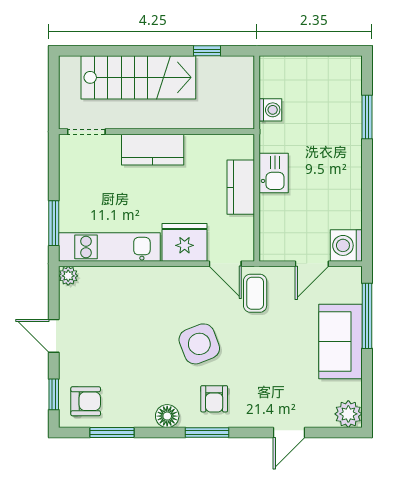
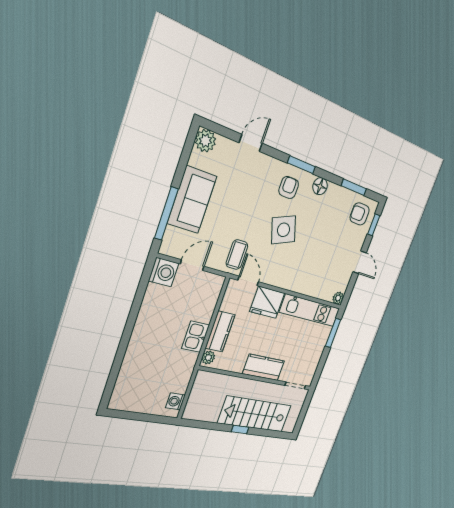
window: (207, 51) -> (240, 430), moved
washing machine: (270, 110) -> (175, 401), moved
window: (367, 117) -> (117, 364), removed
plant: (245, 148) -> (208, 358), added

